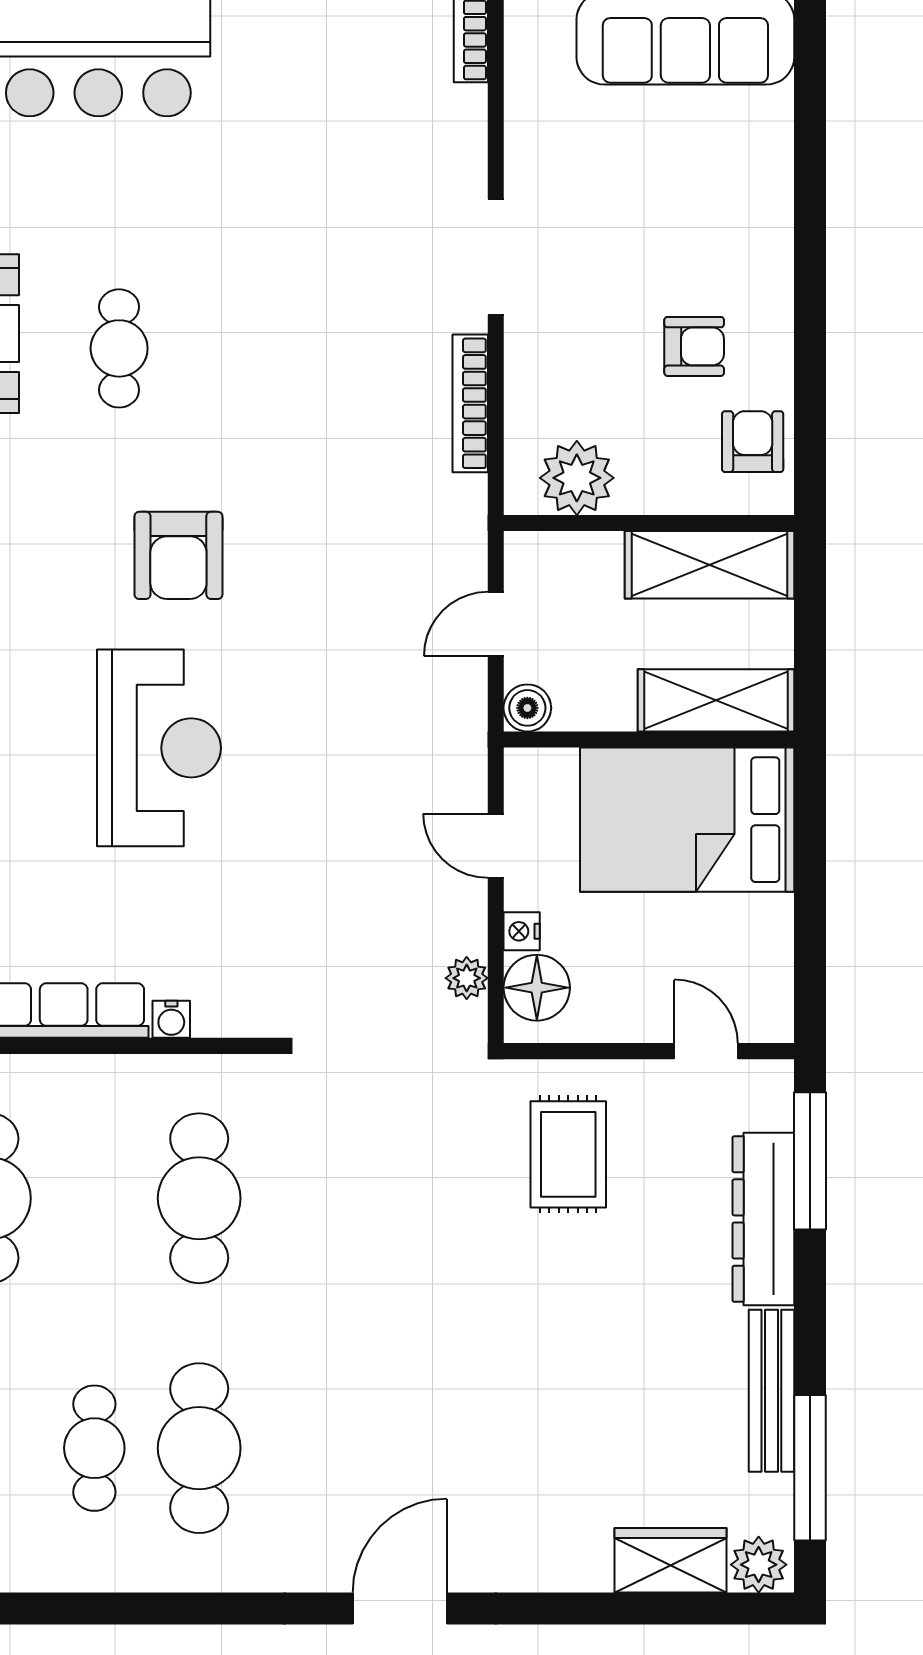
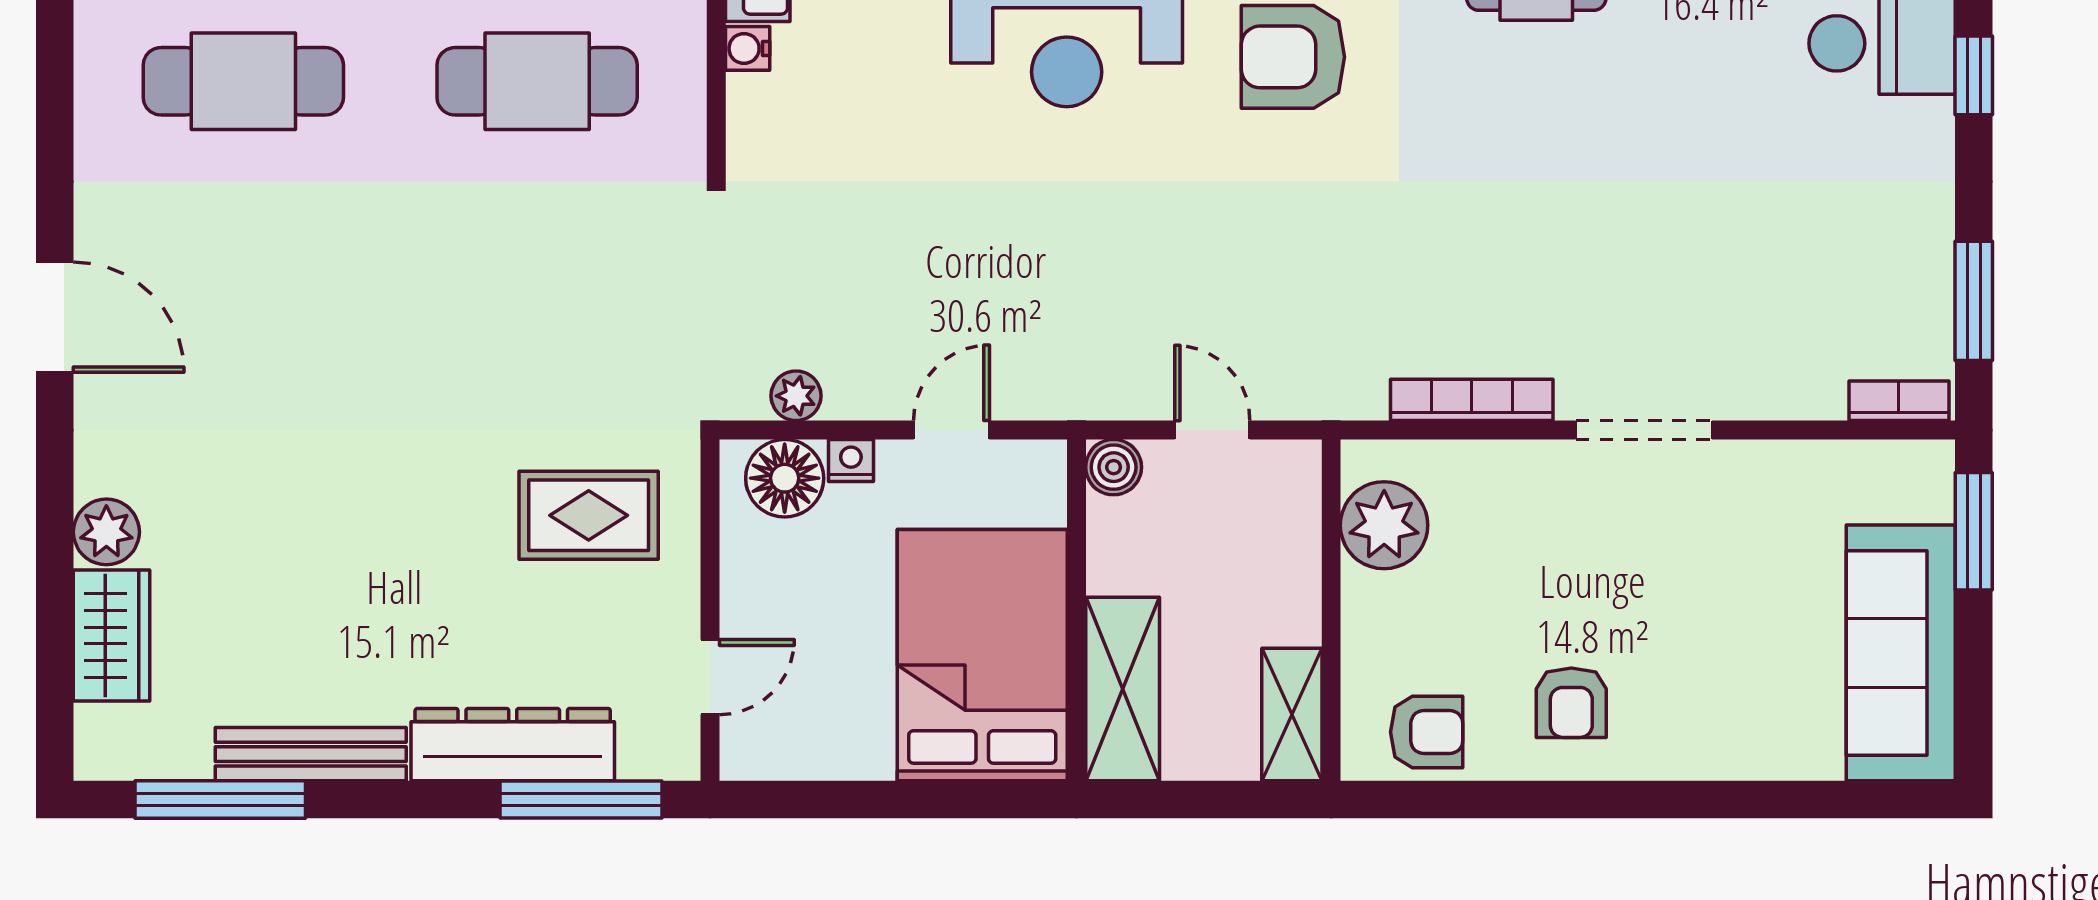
armchair: (694, 346) -> (1571, 703), moved
shelving: (709, 565) -> (1292, 714), width x0.67, depth x0.75
plant: (759, 1565) -> (106, 532), moved

